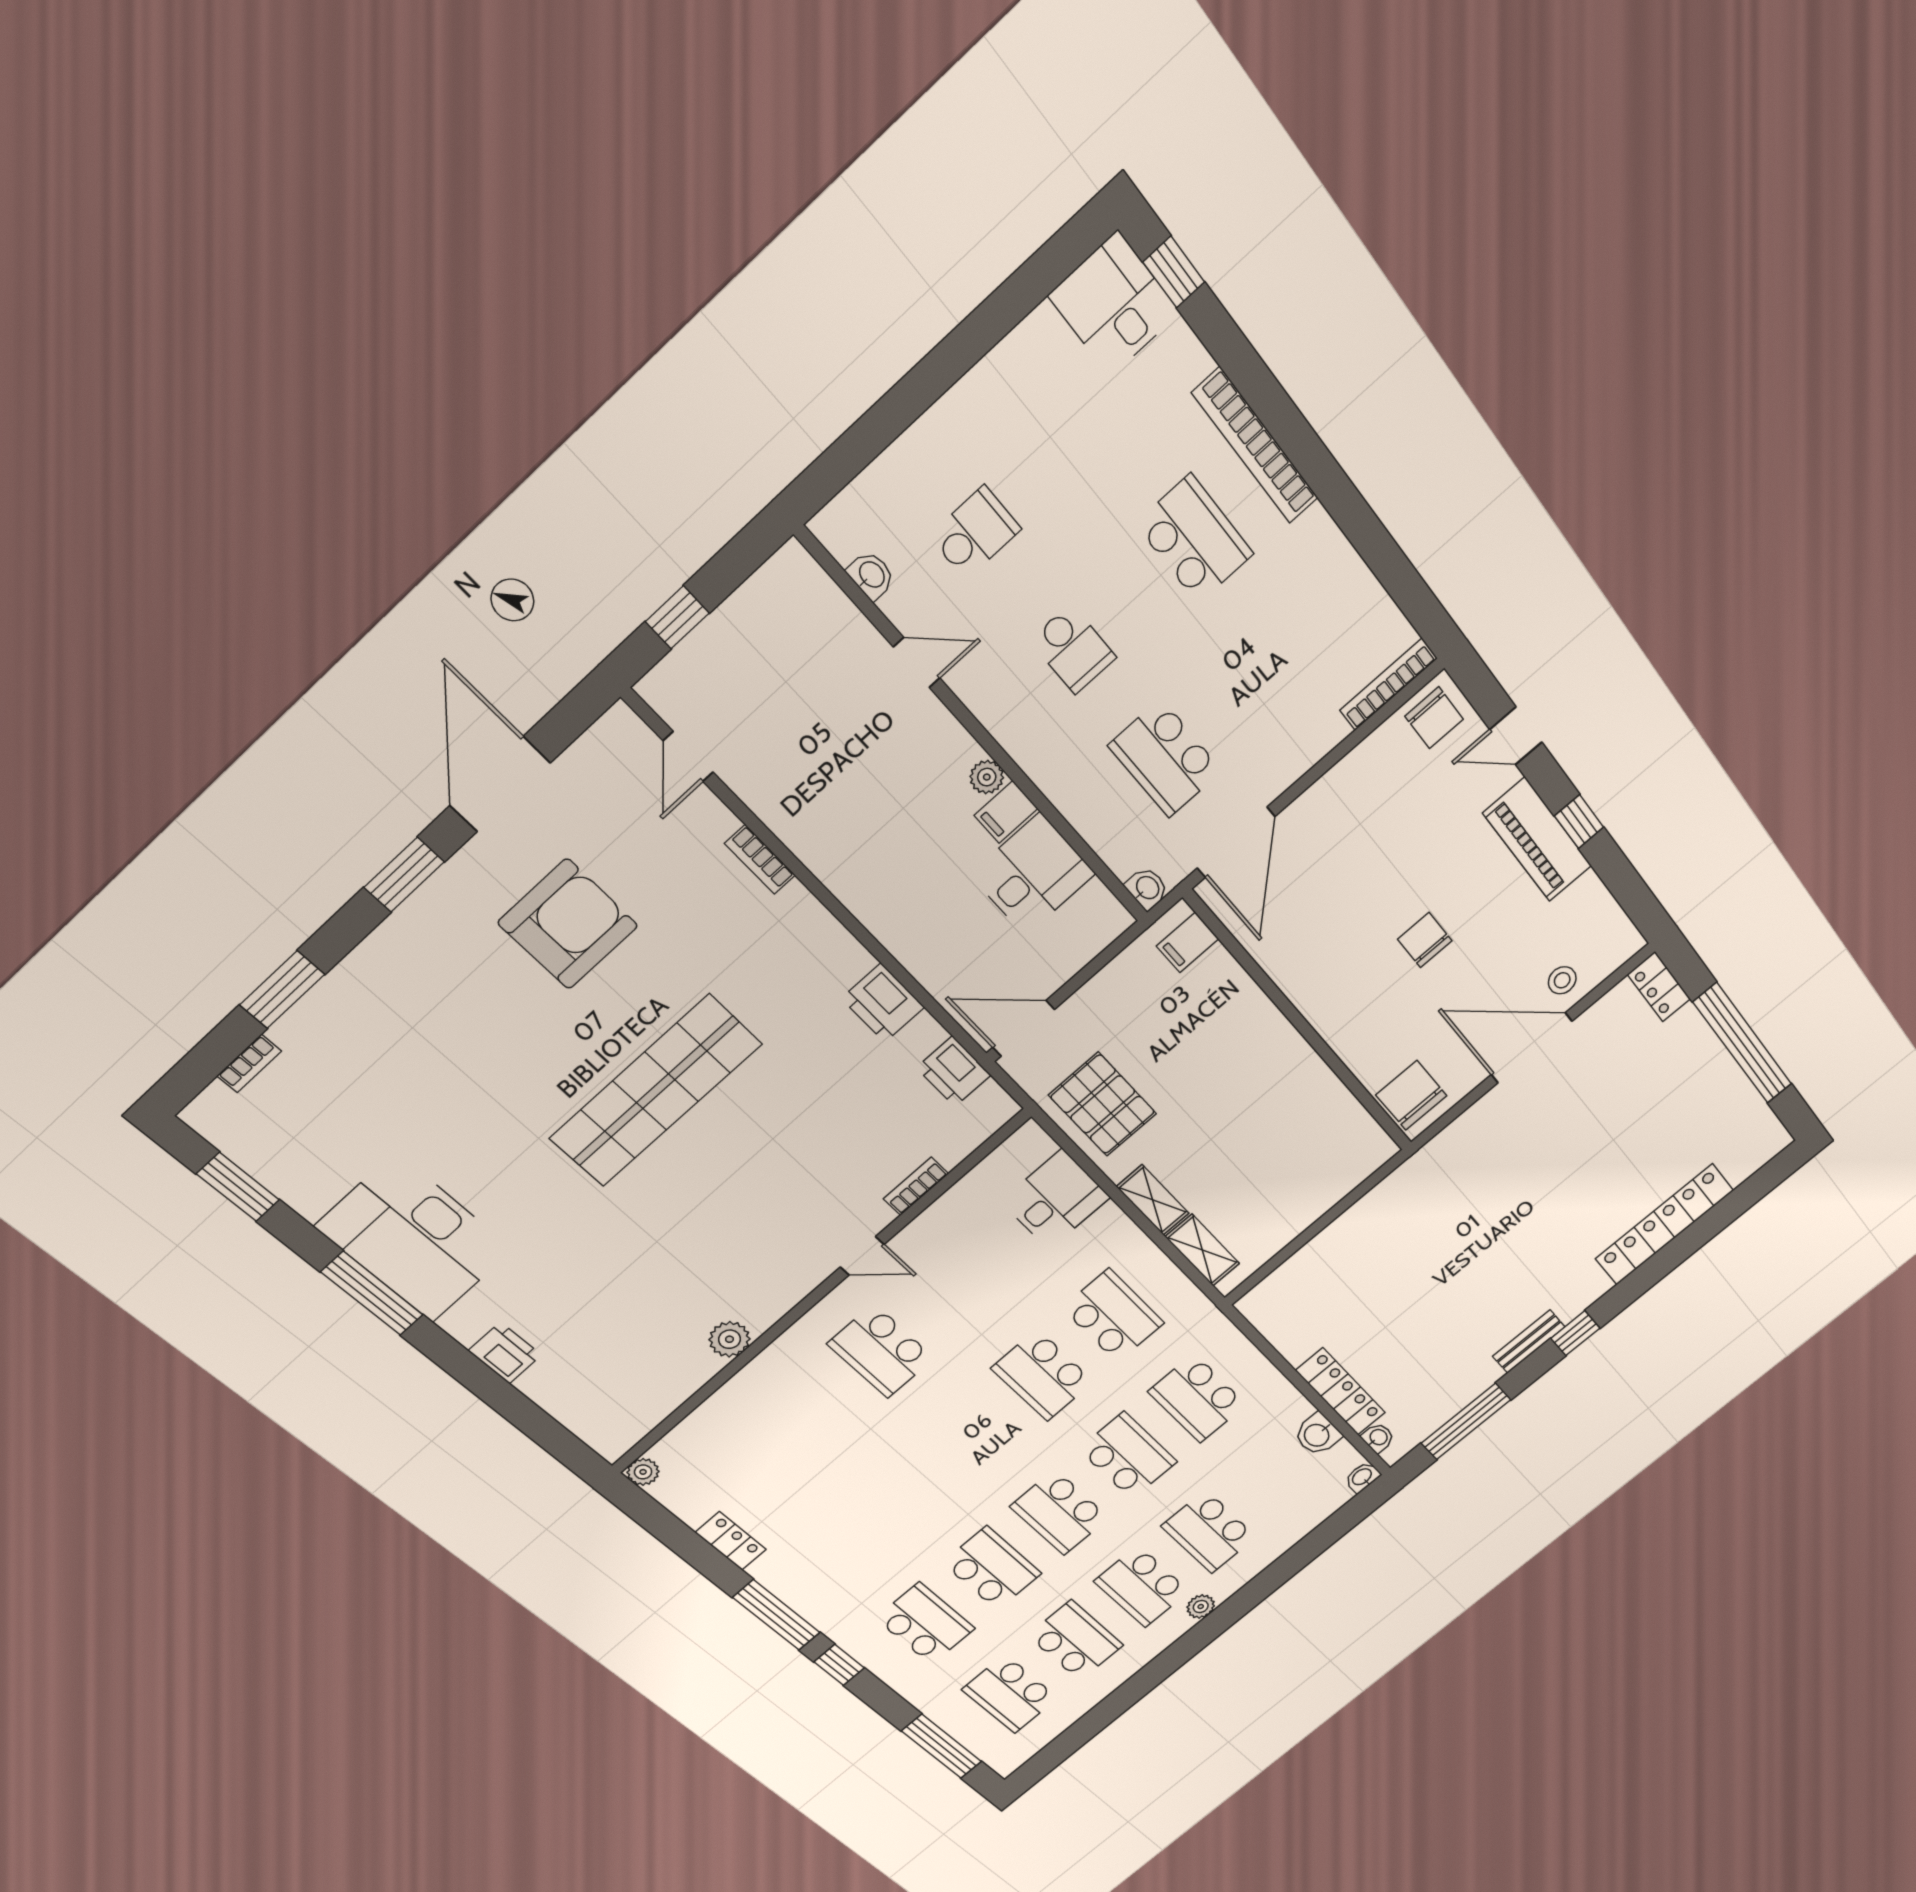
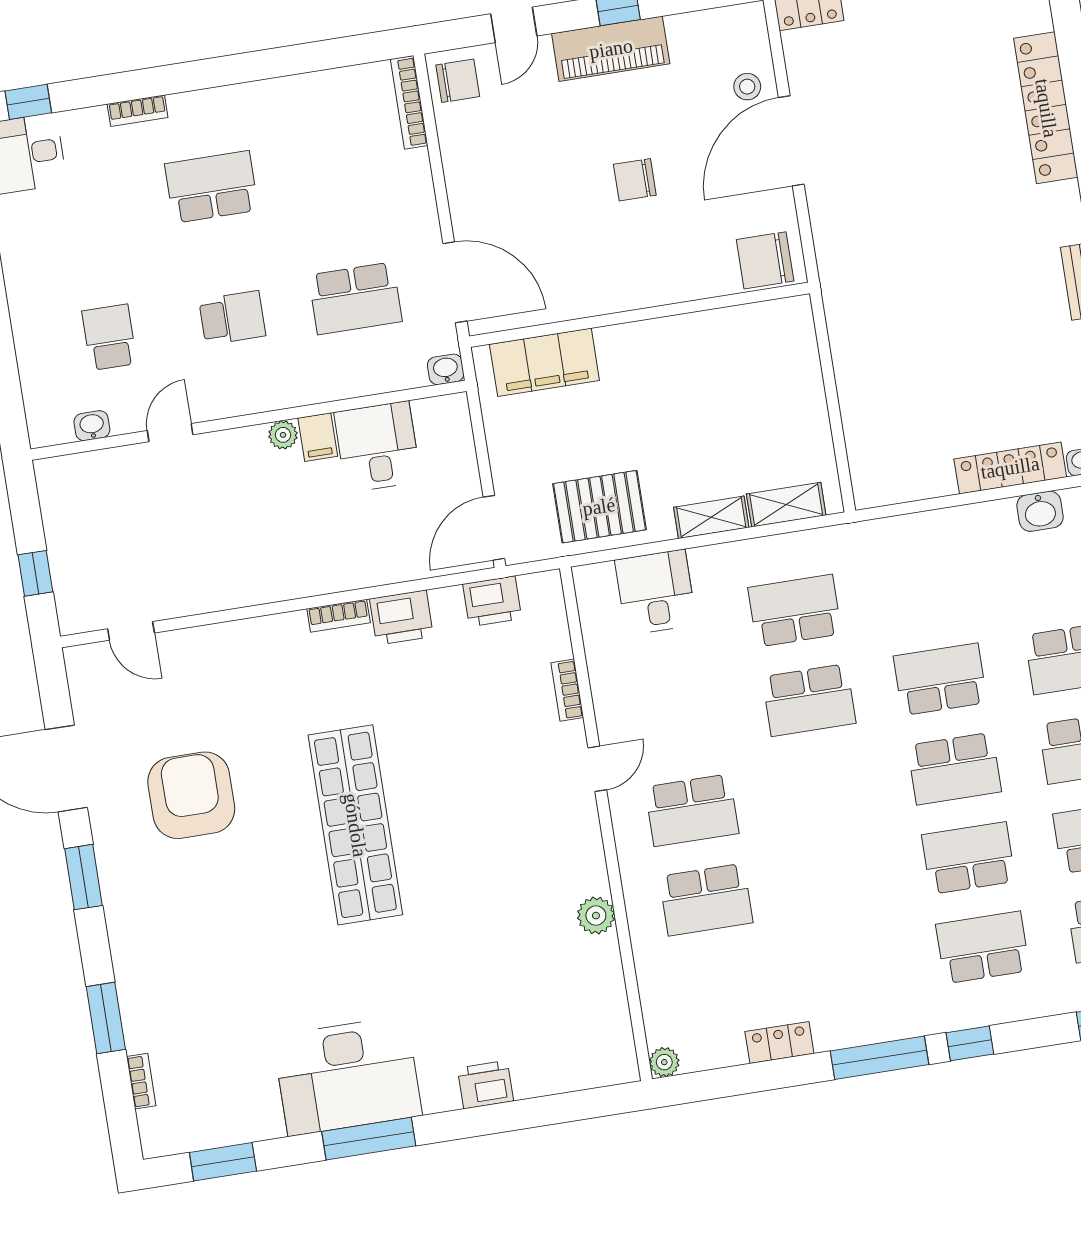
bookcase: (1255, 446) -> (138, 111), width x0.43, depth x0.76
bookcase: (760, 859) -> (339, 616), moved
filing cabinet: (1188, 943) -> (544, 362), width x3.00, depth x1.17
school desk: (1197, 1398) -> (706, 900), moved

